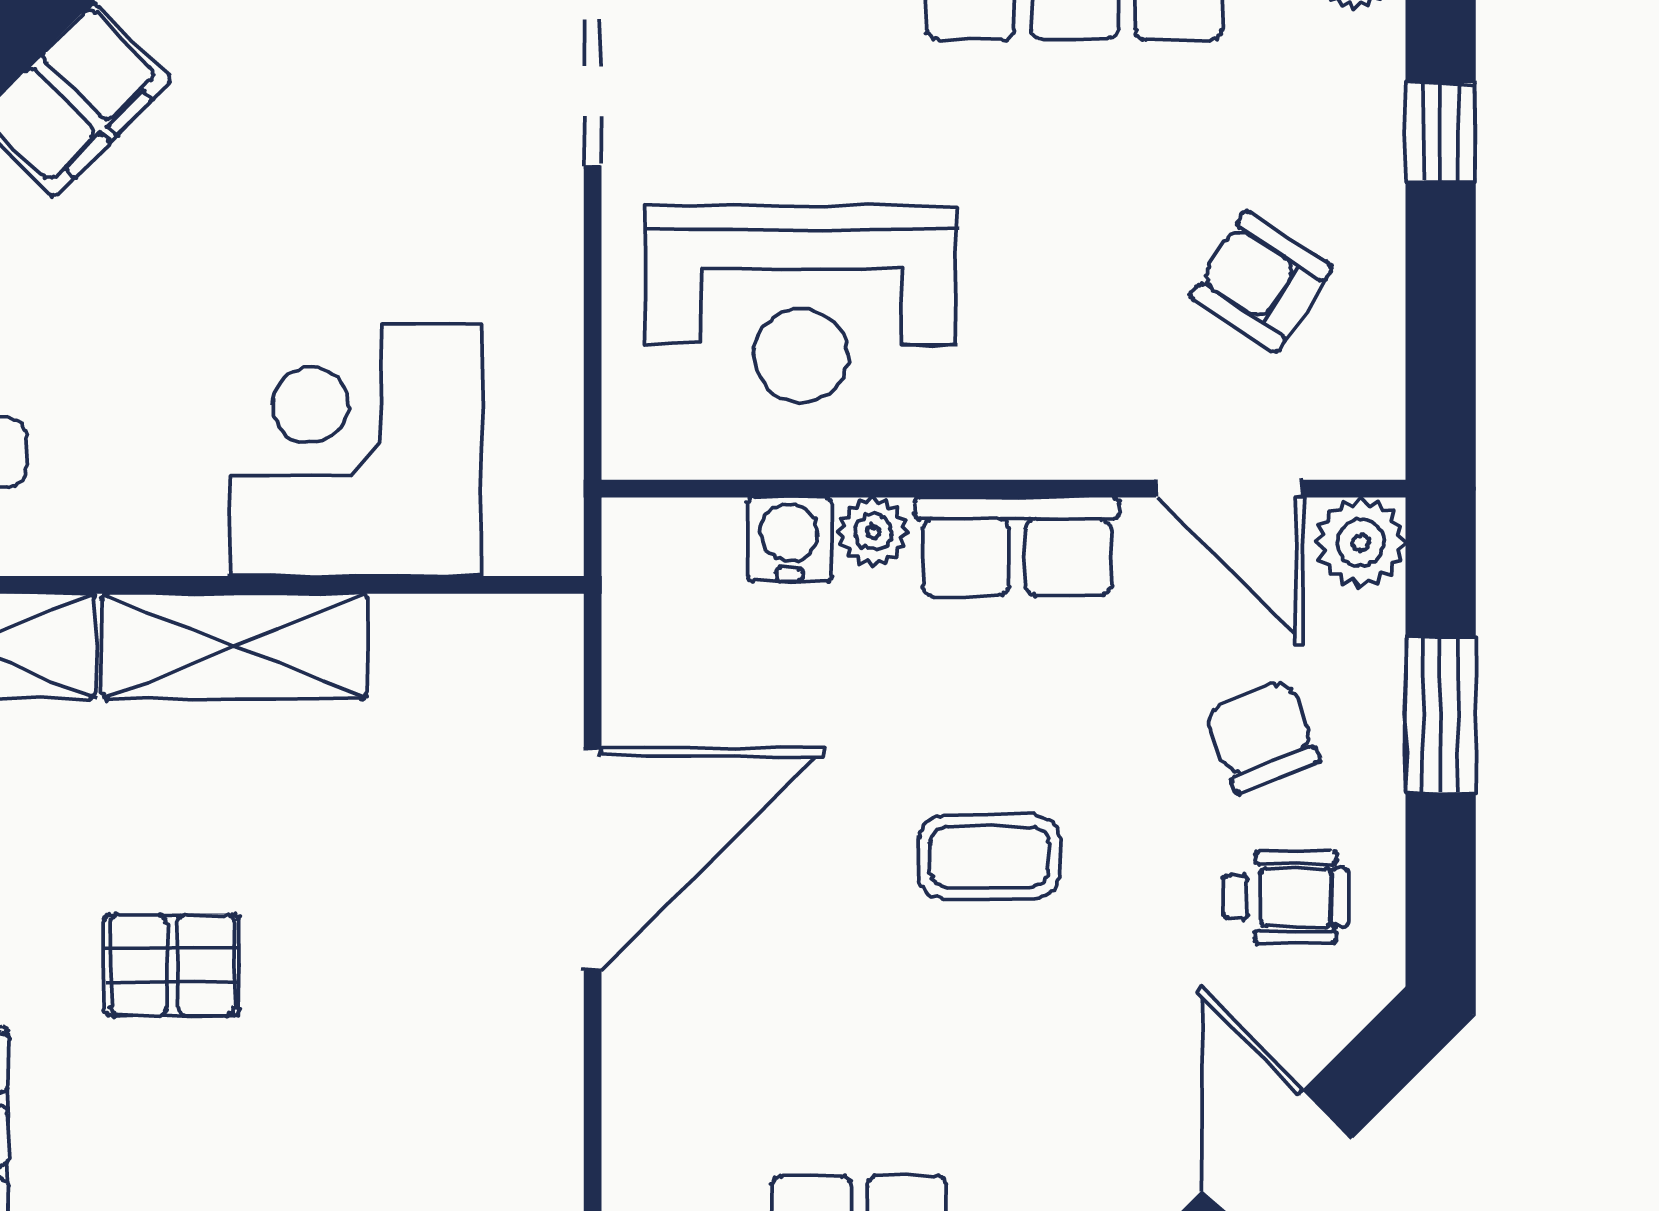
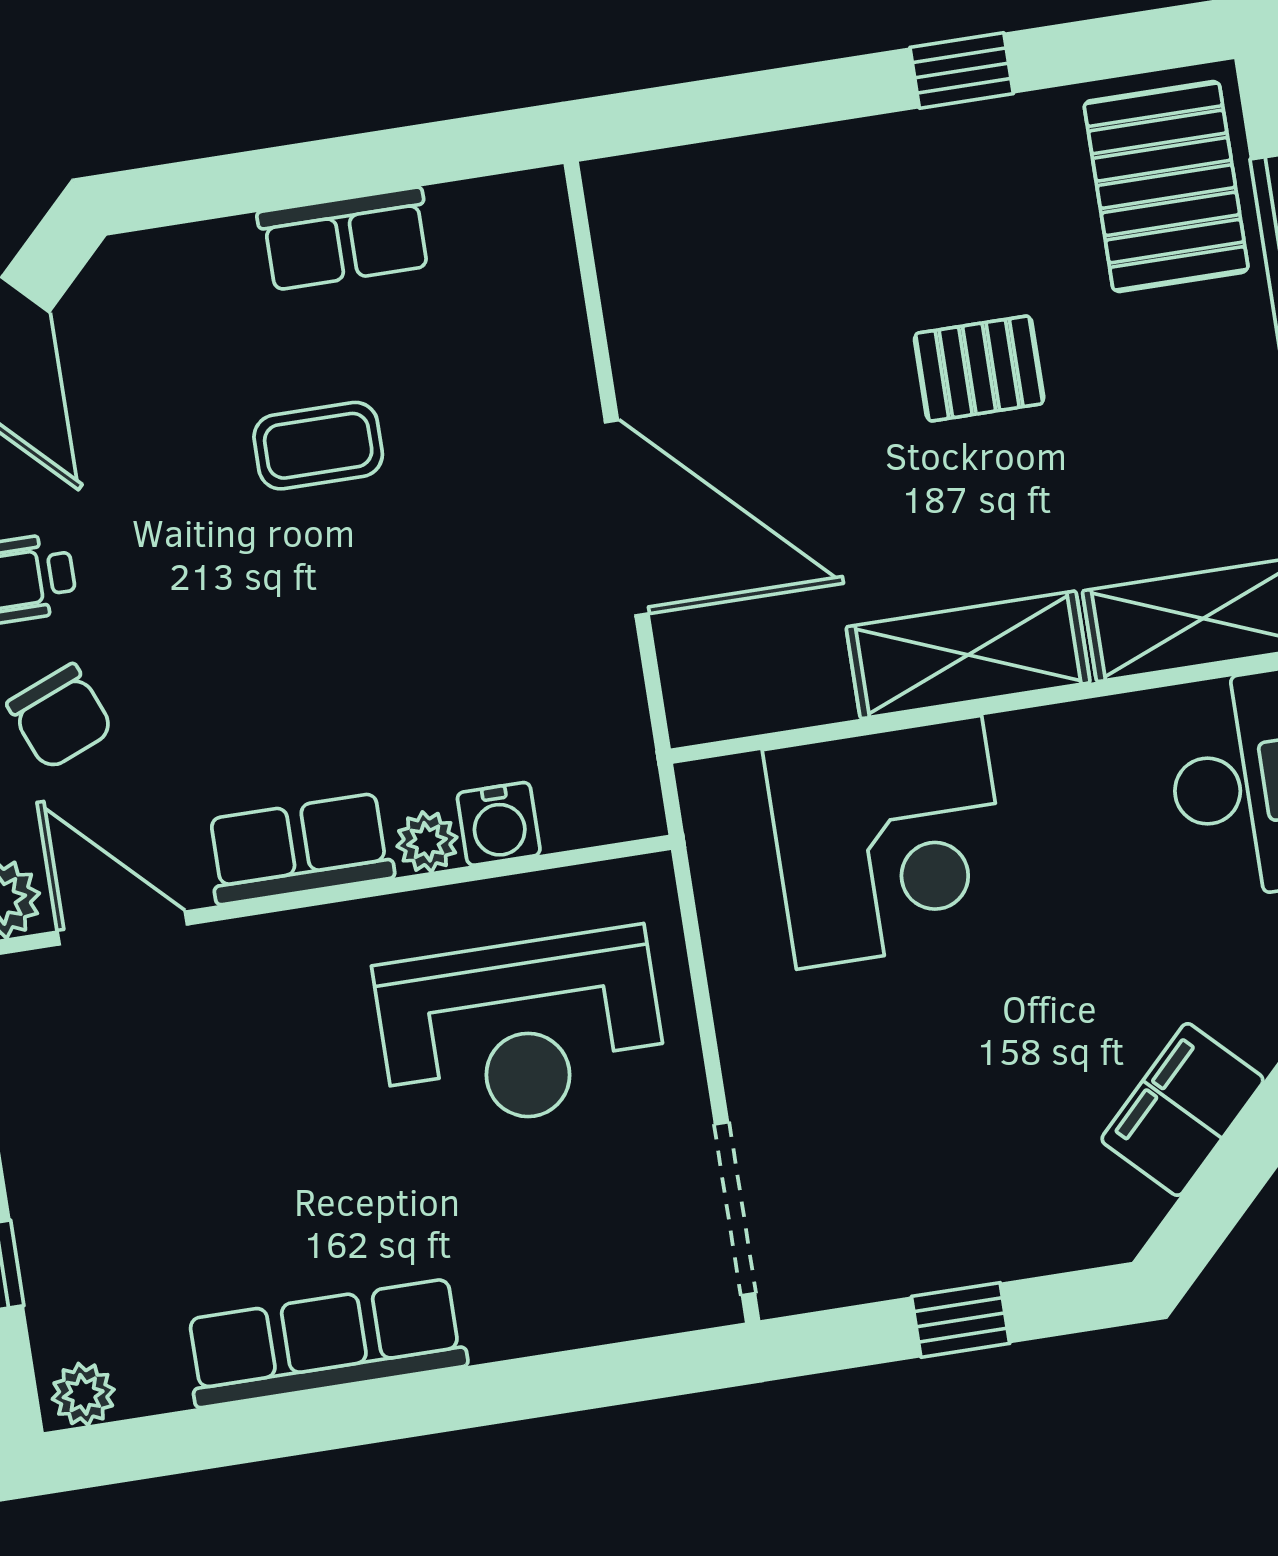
armchair: (1261, 282) -> (123, 1113), removed
reception desk: (801, 304) -> (521, 1030), turned 180
coffee table: (989, 857) -> (318, 446), moved
door: (593, 860) -> (627, 518), swing flipped

